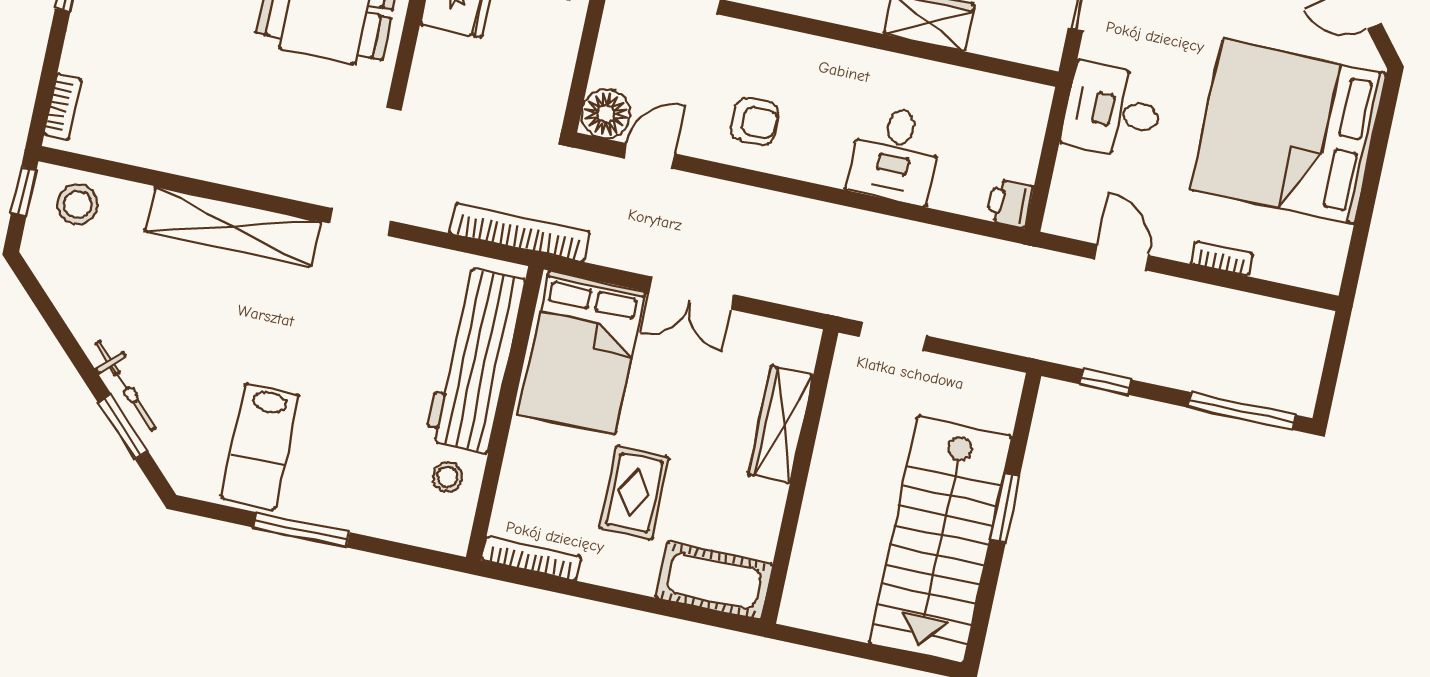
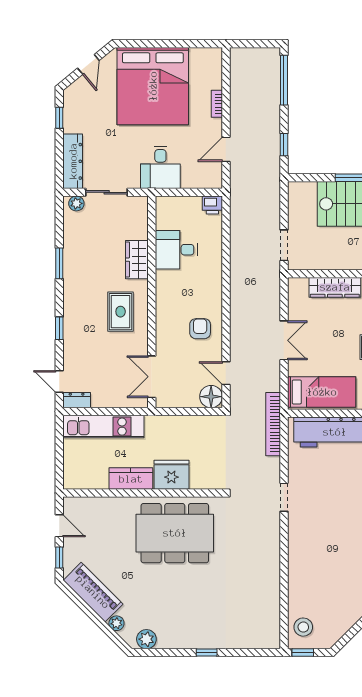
bookcase: (63, 107) -> (261, 643), removed
desk: (895, 154) -> (176, 250), moved, turned 180
shelving: (233, 227) -> (298, 554), removed
bed: (582, 353) -> (322, 392), width x0.67

